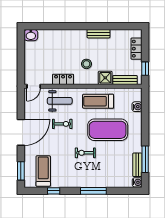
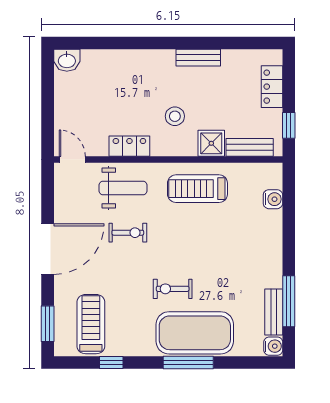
door: (34, 86) -> (72, 159), swing flipped
exercise mat: (108, 130) -> (195, 333), moved

